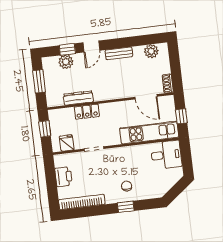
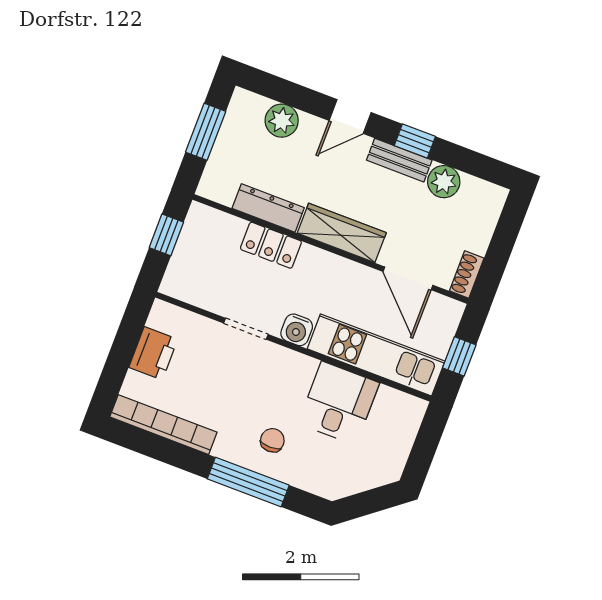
window: (67, 49) -> (415, 141), moved
plant: (151, 51) -> (444, 182), moved
wardrobe: (111, 93) -> (342, 233), added
water cooler: (114, 139) -> (297, 330), added
fridge: (67, 143) -> (196, 288), removed
desk: (166, 155) -> (339, 403), moved, turned -90
window: (126, 207) -> (248, 482), width x2.17

